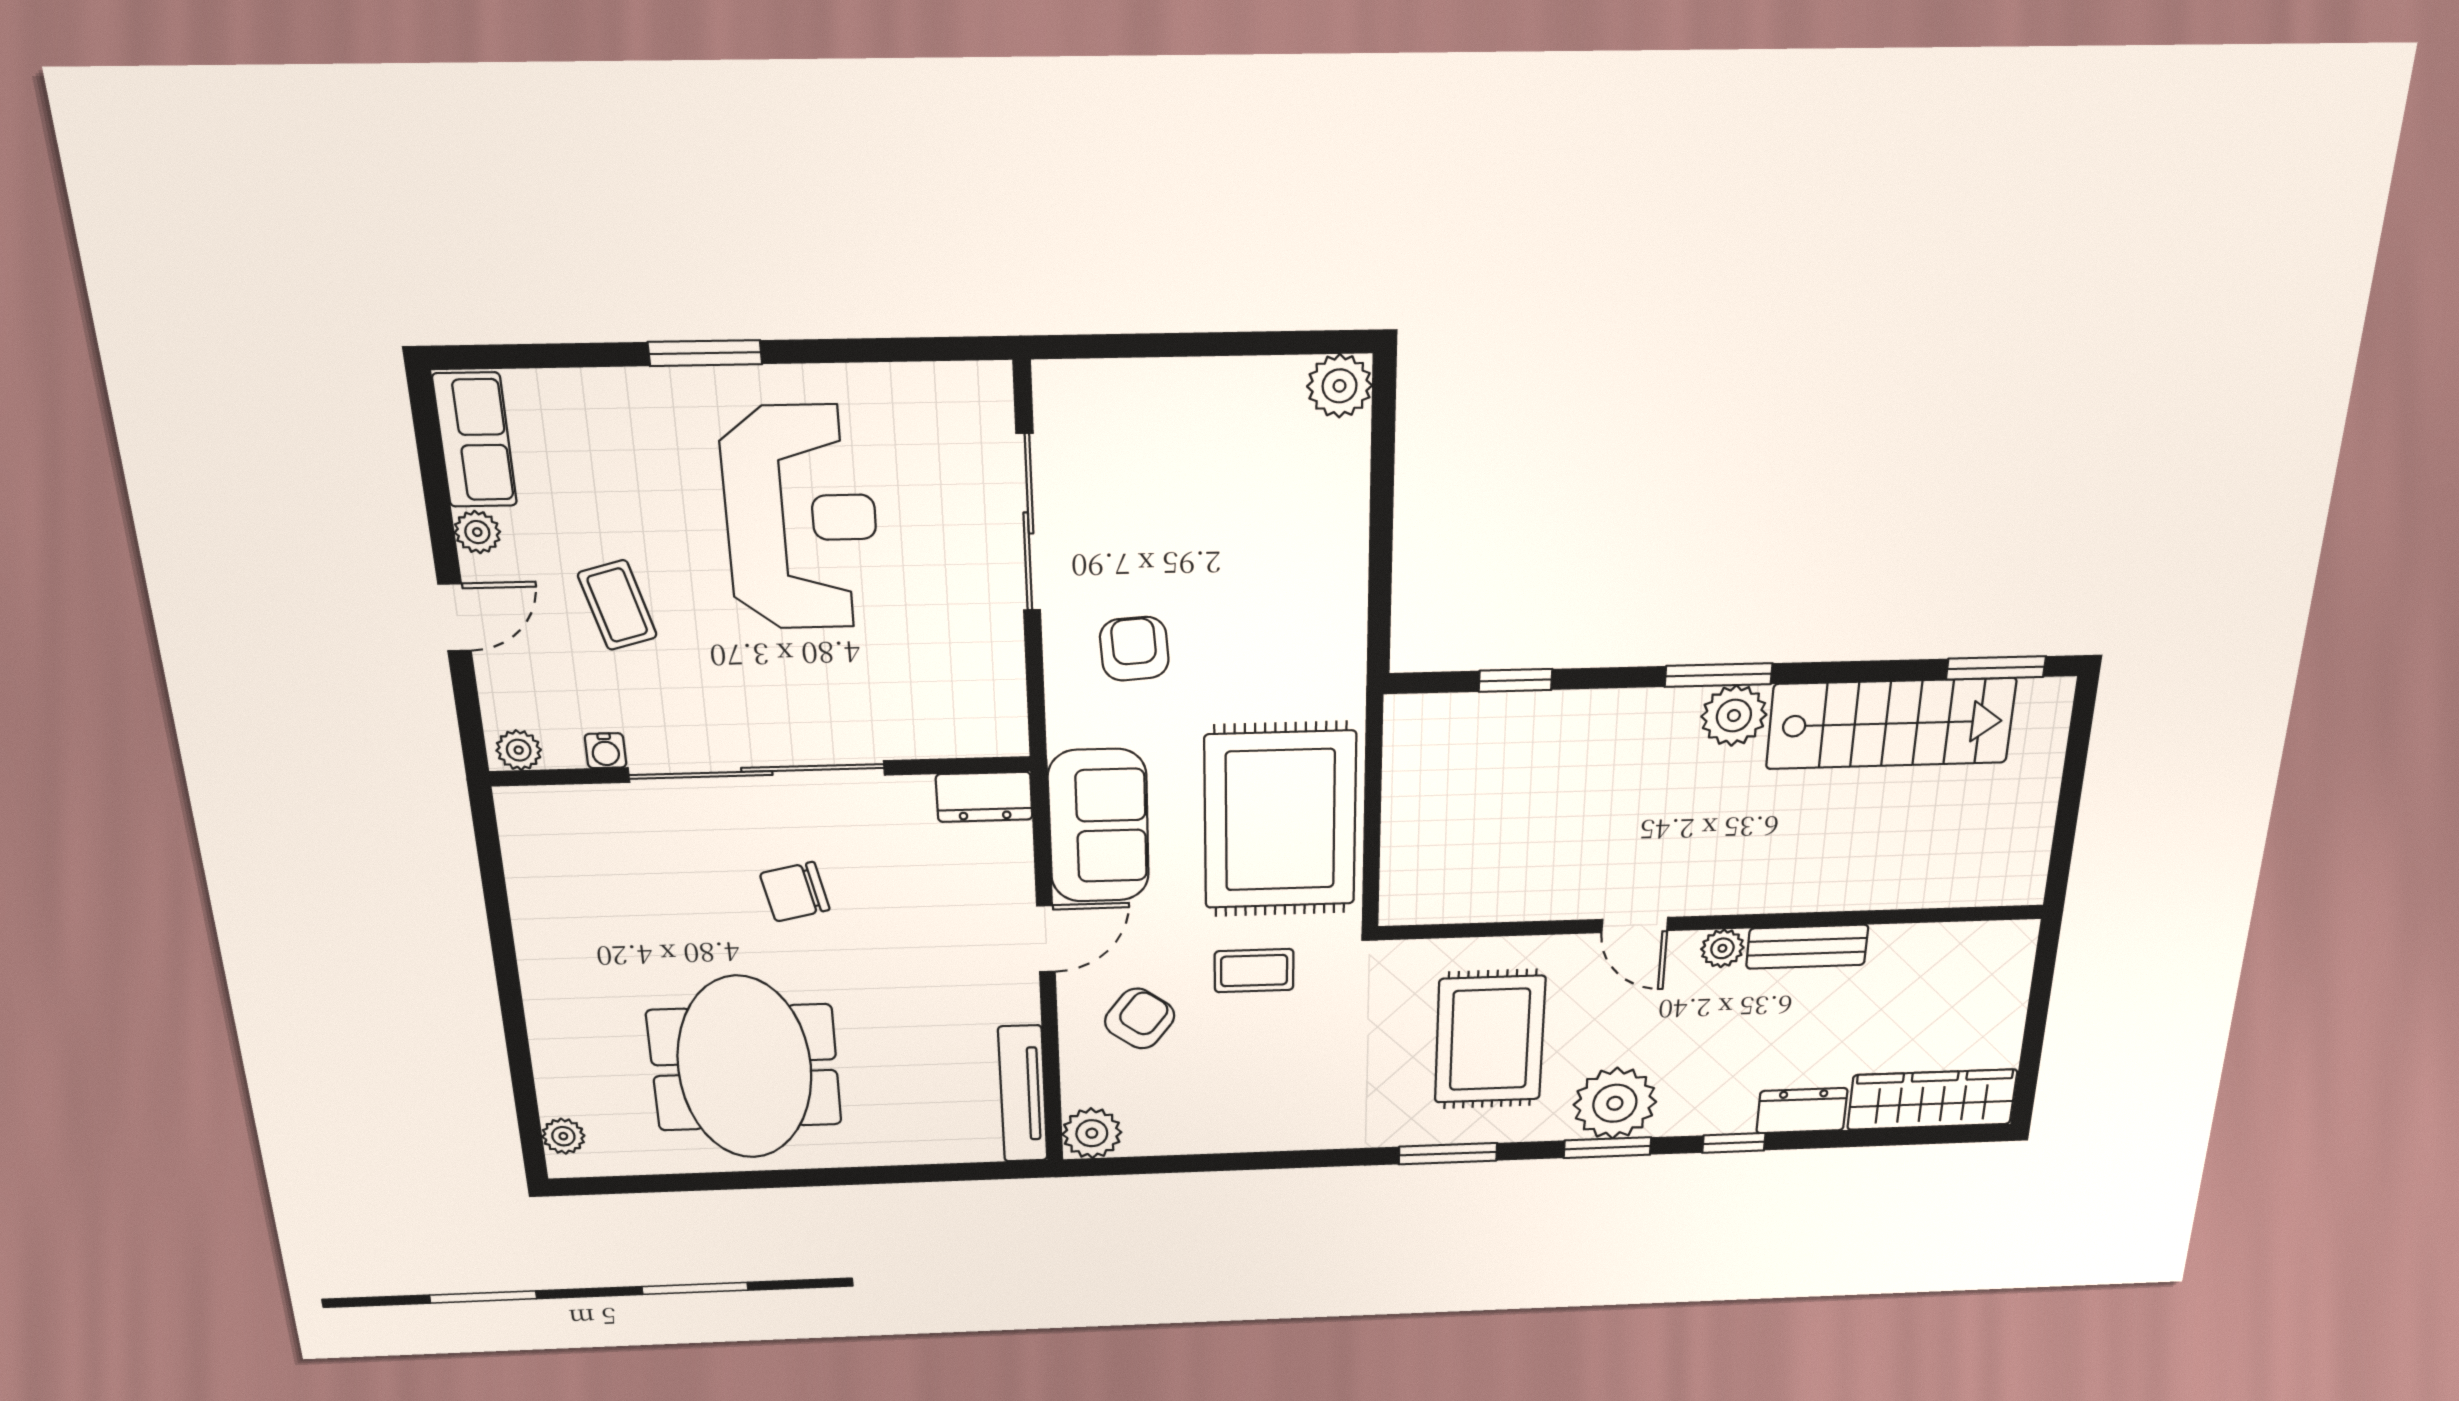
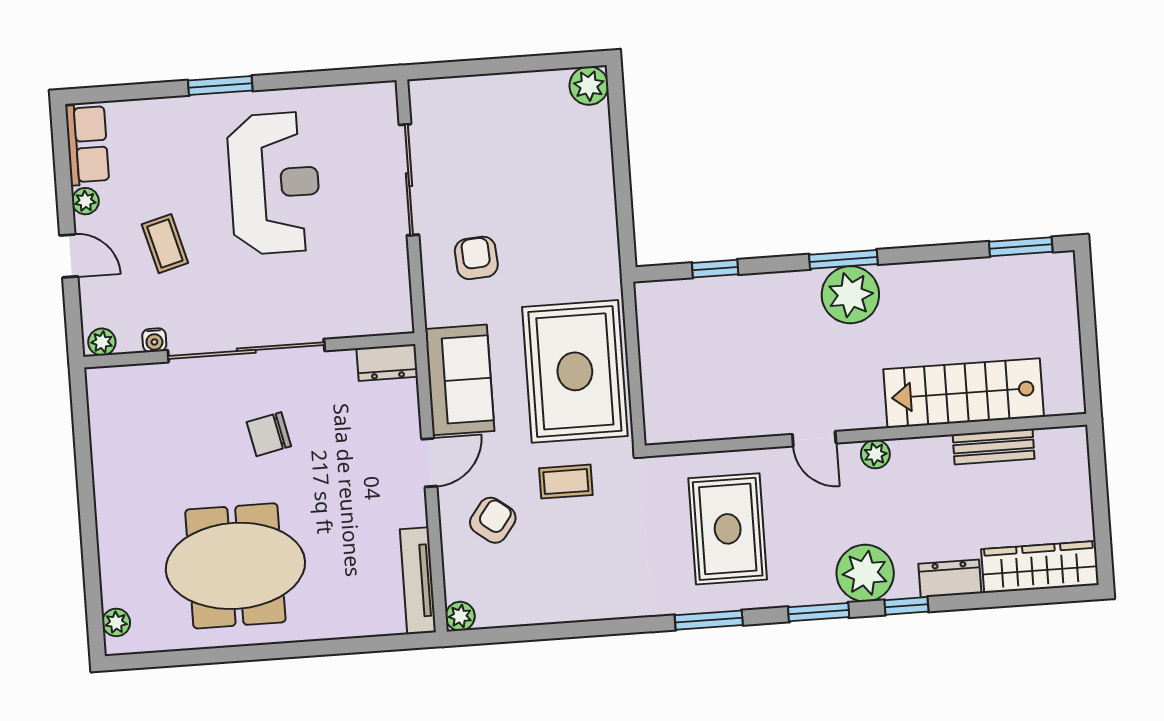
door: (455, 617) -> (69, 256), hinge flipped
plant: (1734, 716) -> (850, 295), width x1.36, depth x1.36
stairs: (1891, 724) -> (964, 393), moved, turned 180
bench: (1807, 947) -> (994, 447), moved
meeting table: (745, 1068) -> (235, 566), turned 90
plant: (1615, 1103) -> (865, 573), moved
plant: (1092, 1133) -> (460, 616), width x0.73, depth x0.73

